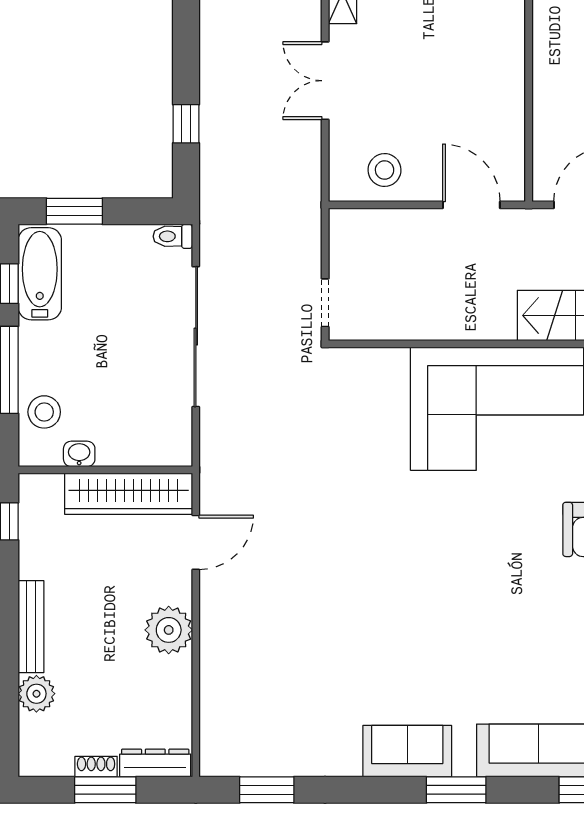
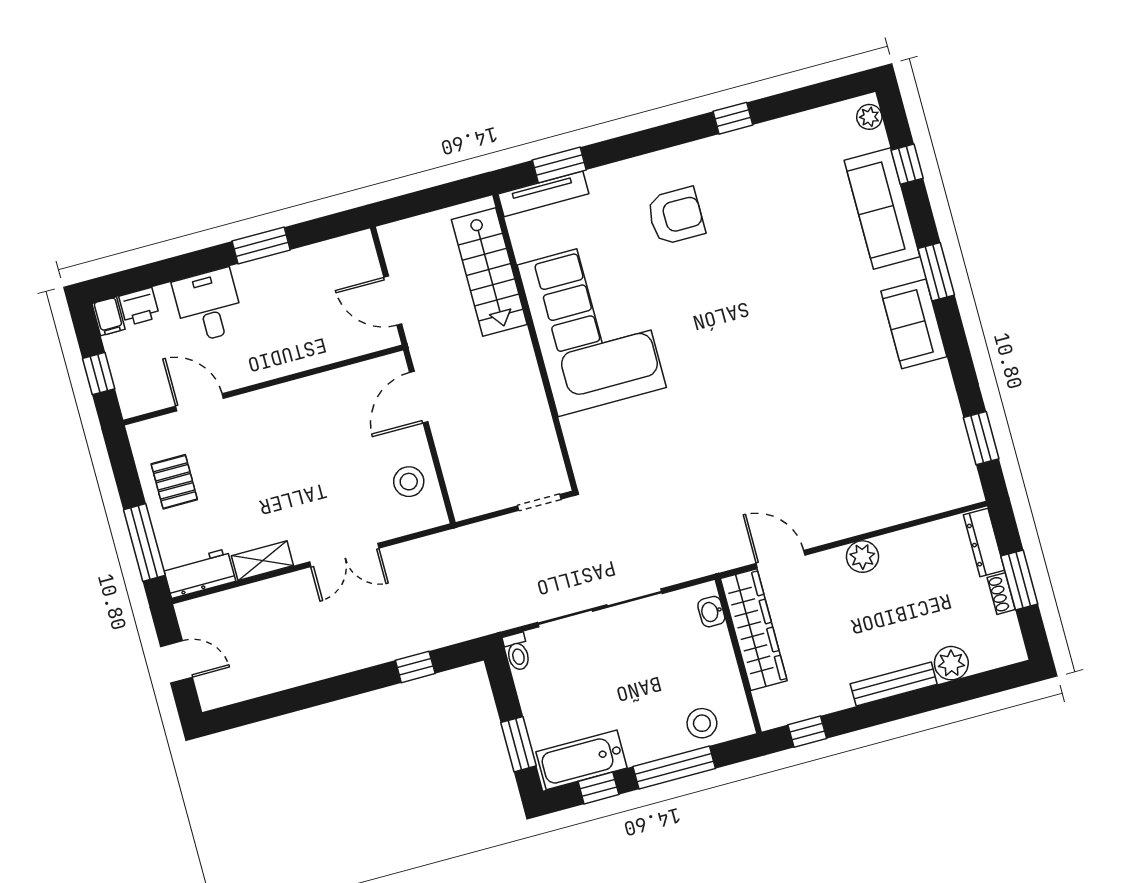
washbasin: (79, 454) -> (711, 612), moved
plant: (169, 630) -> (862, 557), width x0.73, depth x0.73

